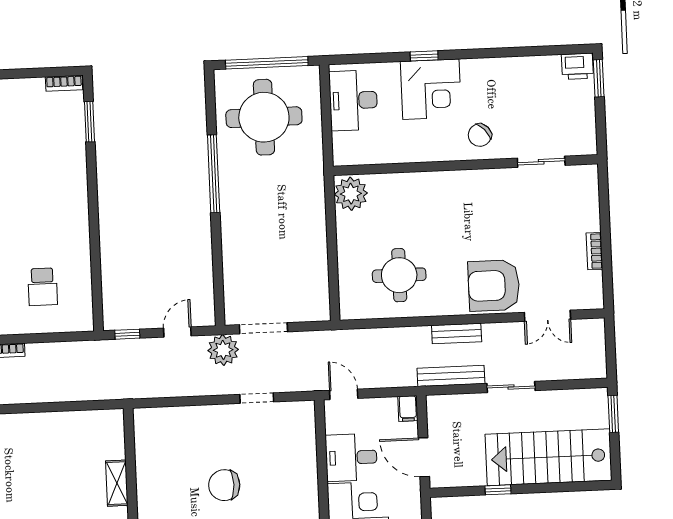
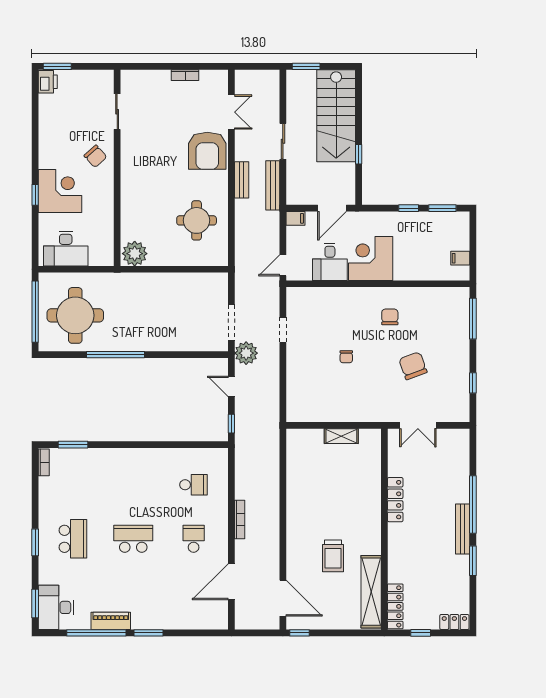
chair: (224, 485) -> (346, 357), width x0.54, depth x0.54

